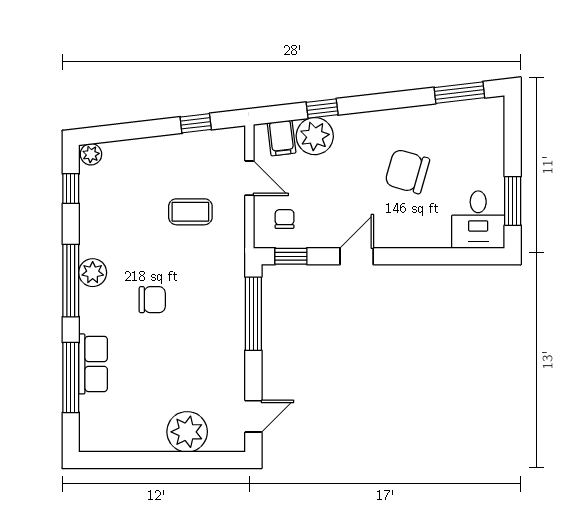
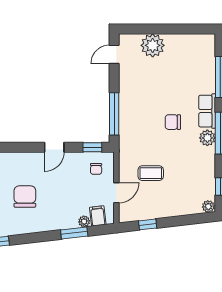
window: (322, 109) -> (74, 233), width x1.50
plant: (315, 136) -> (84, 221), width x0.53, depth x0.53
chair: (407, 171) -> (25, 197), turned -106
door: (249, 178) -> (116, 193), swing flipped
row of seats: (93, 364) -> (207, 111), moved

